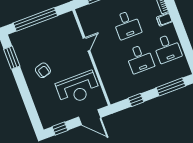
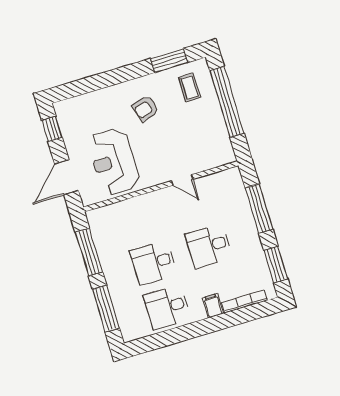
coffee table: (28, 44) -> (190, 88), added
window: (136, 100) -> (89, 252), width x2.17

